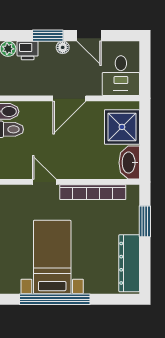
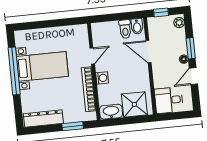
printer: (28, 50) -> (179, 36), removed
door: (69, 98) -> (148, 52), moved
washing machine: (78, 171) -> (102, 78), added

